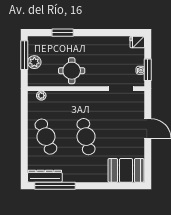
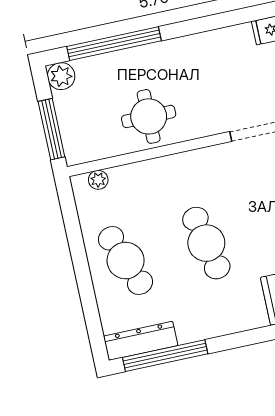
window: (63, 33) -> (114, 44), width x2.11
window: (24, 55) -> (51, 129), moved
plant: (34, 62) -> (61, 76), moved

